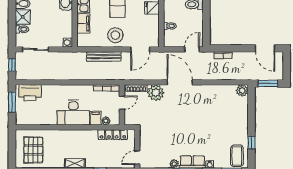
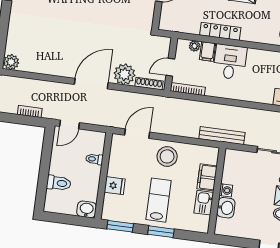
washing machine: (68, 43) -> (226, 190), moved
bench: (104, 56) -> (222, 136), moved
door: (180, 82) -> (91, 84), swing flipped
desk: (73, 113) -> (230, 62), width x0.73
locker: (113, 135) -> (220, 31), moved

